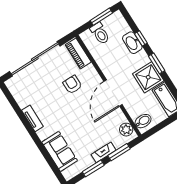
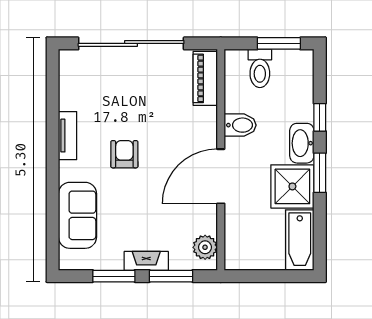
washbasin: (132, 43) -> (302, 143), moved
armchair: (72, 85) -> (124, 154), moved
bidet: (143, 121) -> (240, 125), moved

